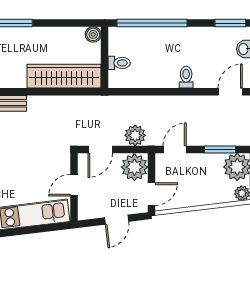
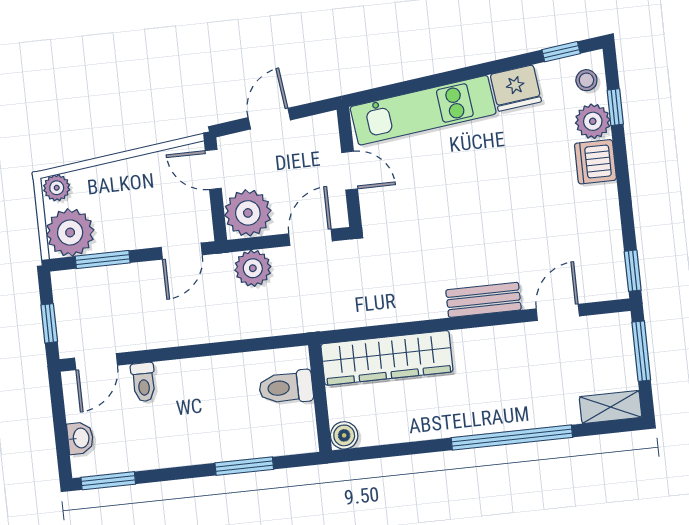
window: (152, 23) -> (244, 466), width x0.47
toilet: (119, 63) -> (286, 387), width x1.37, depth x1.39
toilet: (186, 77) -> (144, 382), moved
door: (74, 185) -> (350, 171), hinge flipped
door: (152, 194) -> (213, 169), hinge flipped

